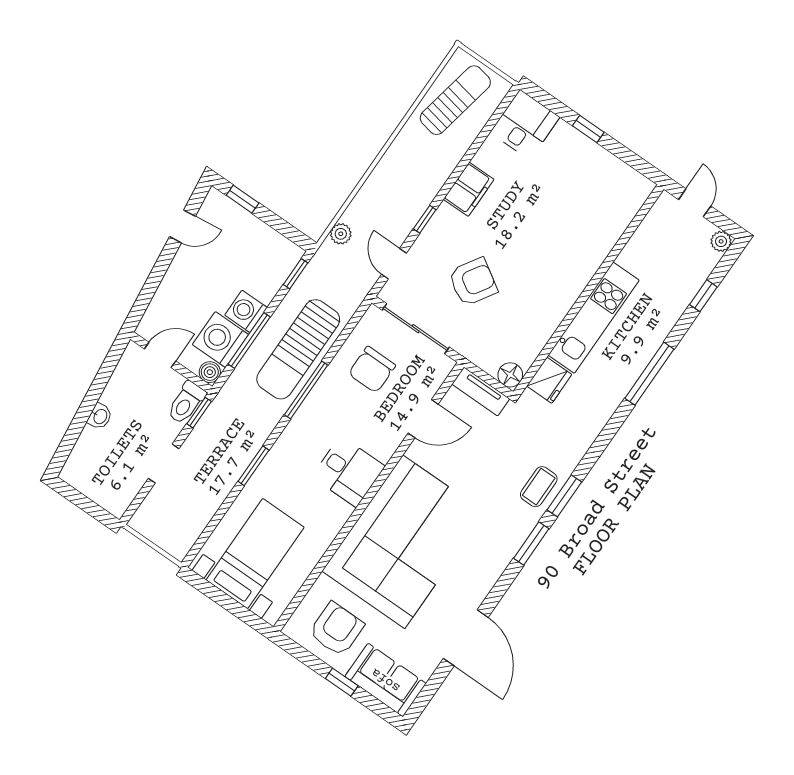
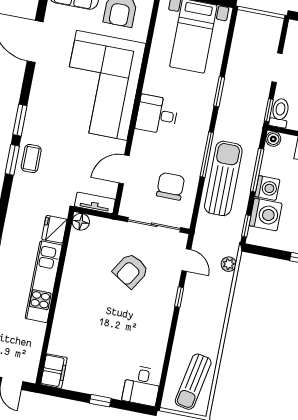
filing cabinet: (469, 189) -> (54, 371), moved, turned 180
washing machine: (221, 340) -> (266, 214), moved

